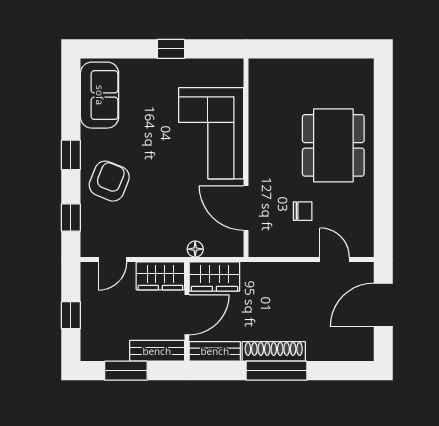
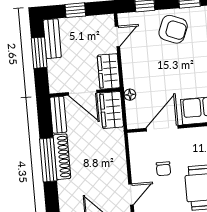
door: (112, 259) -> (117, 36), swing flipped
bench: (157, 351) -> (52, 39), moved

